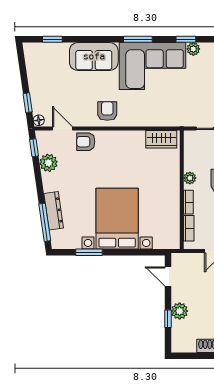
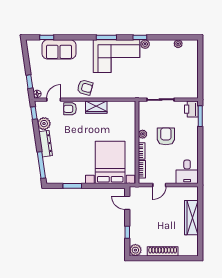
sofa: (94, 56) -> (59, 49), moved
armchair: (107, 111) -> (85, 87), turned 106
door: (62, 128) -> (54, 100), hinge flipped
wardrobe: (161, 139) -> (96, 107), moved
dresser: (54, 211) -> (46, 144), moved
bed with nightstands: (117, 219) -> (110, 162), moved
plant: (180, 311) -> (135, 250), moved

